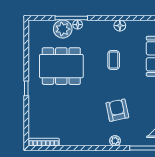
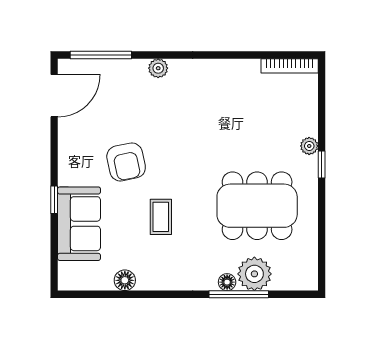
floor lamp: (120, 26) -> (125, 280), moved
plant: (33, 99) -> (309, 146), added
armchair: (117, 110) -> (126, 162), moved

